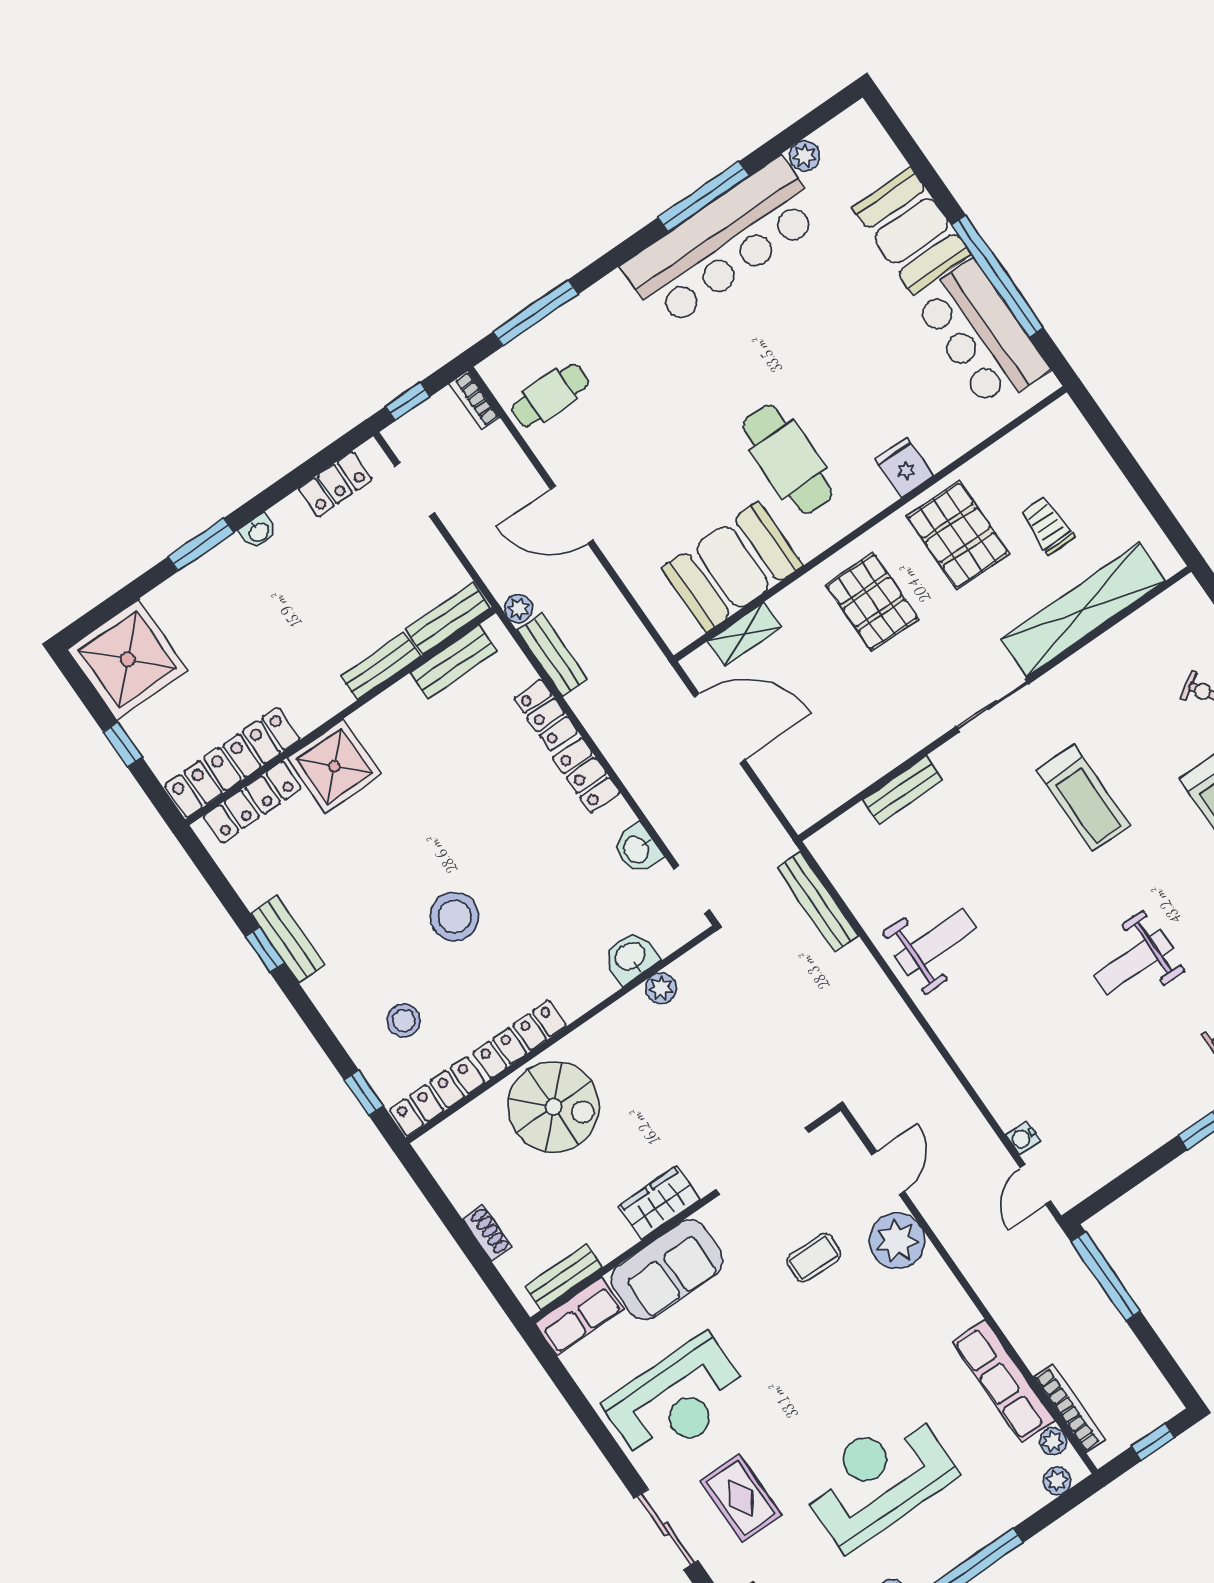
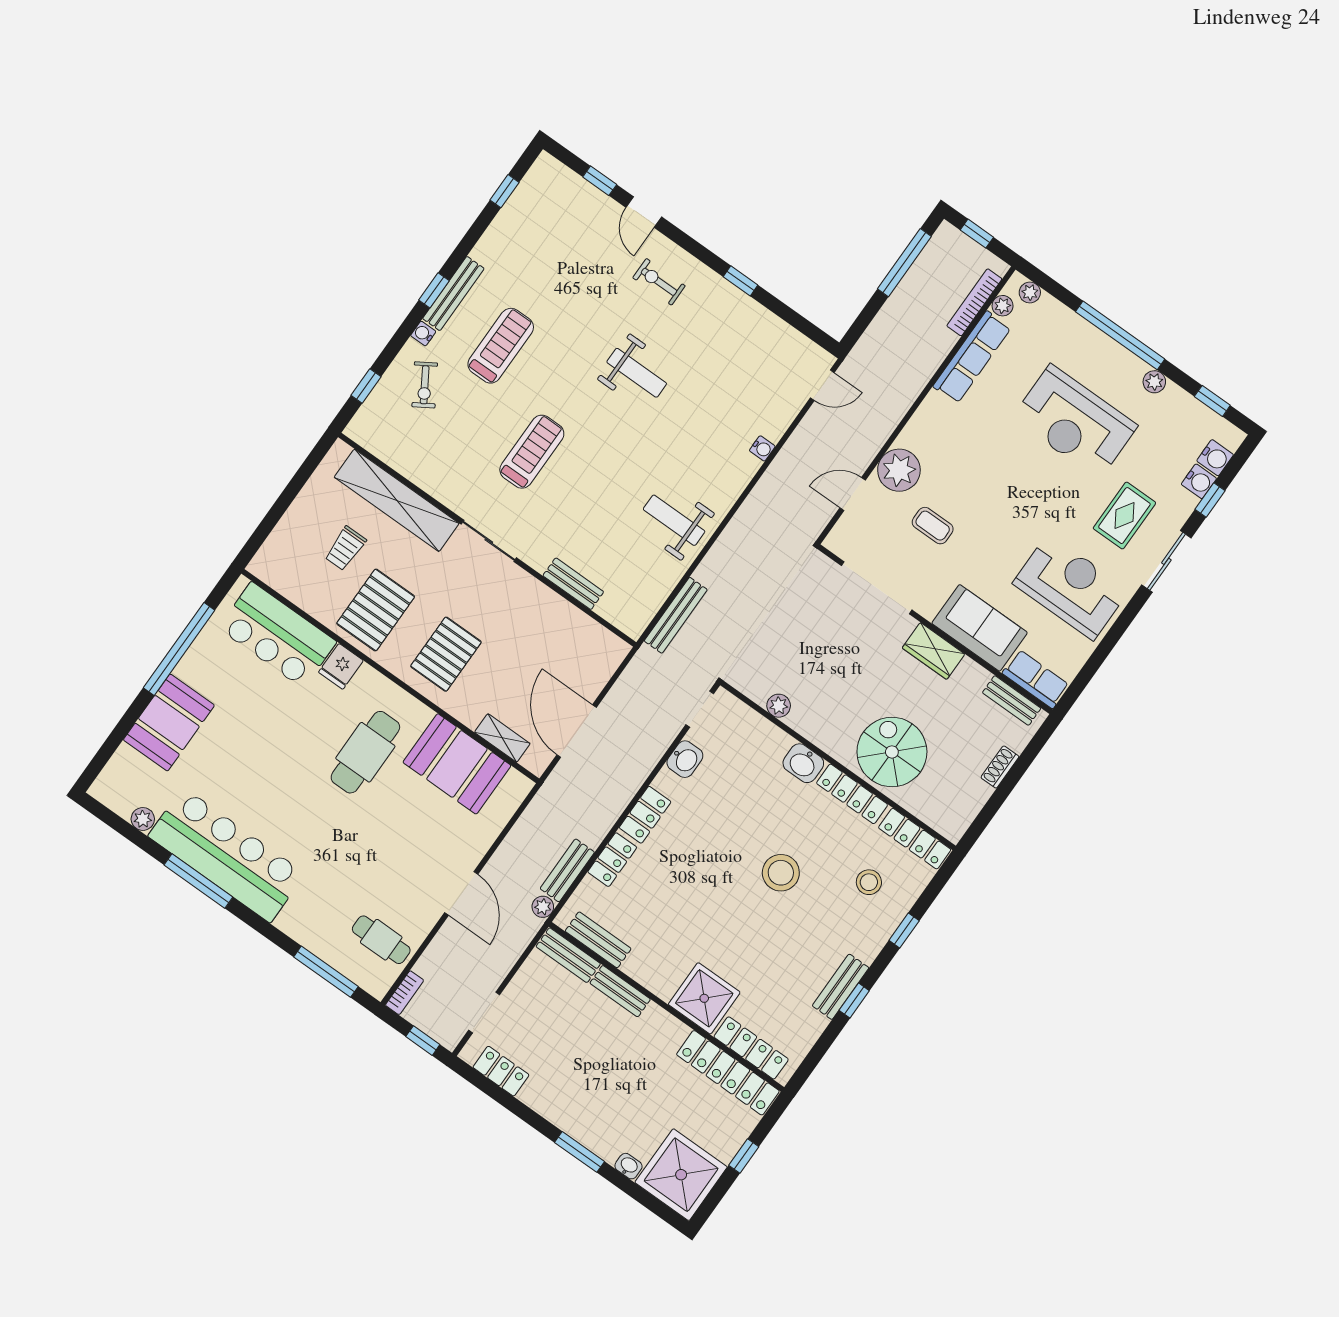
bar counter: (981, 335) -> (277, 635), moved, turned 90
washbasin: (259, 531) -> (628, 1166), moved
washbasin: (631, 957) -> (803, 763), moved
window: (364, 1093) -> (904, 930), moved
water cooler: (1023, 1138) -> (762, 448), moved
window: (1106, 1276) -> (904, 263), moved

